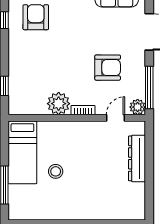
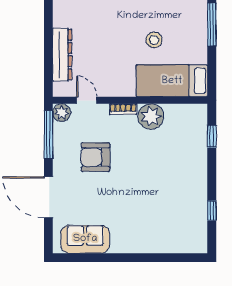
armchair: (36, 17) -> (176, 214), removed
door: (115, 118) -> (87, 100), swing flipped
bed: (22, 152) -> (172, 81), moved, turned -90

